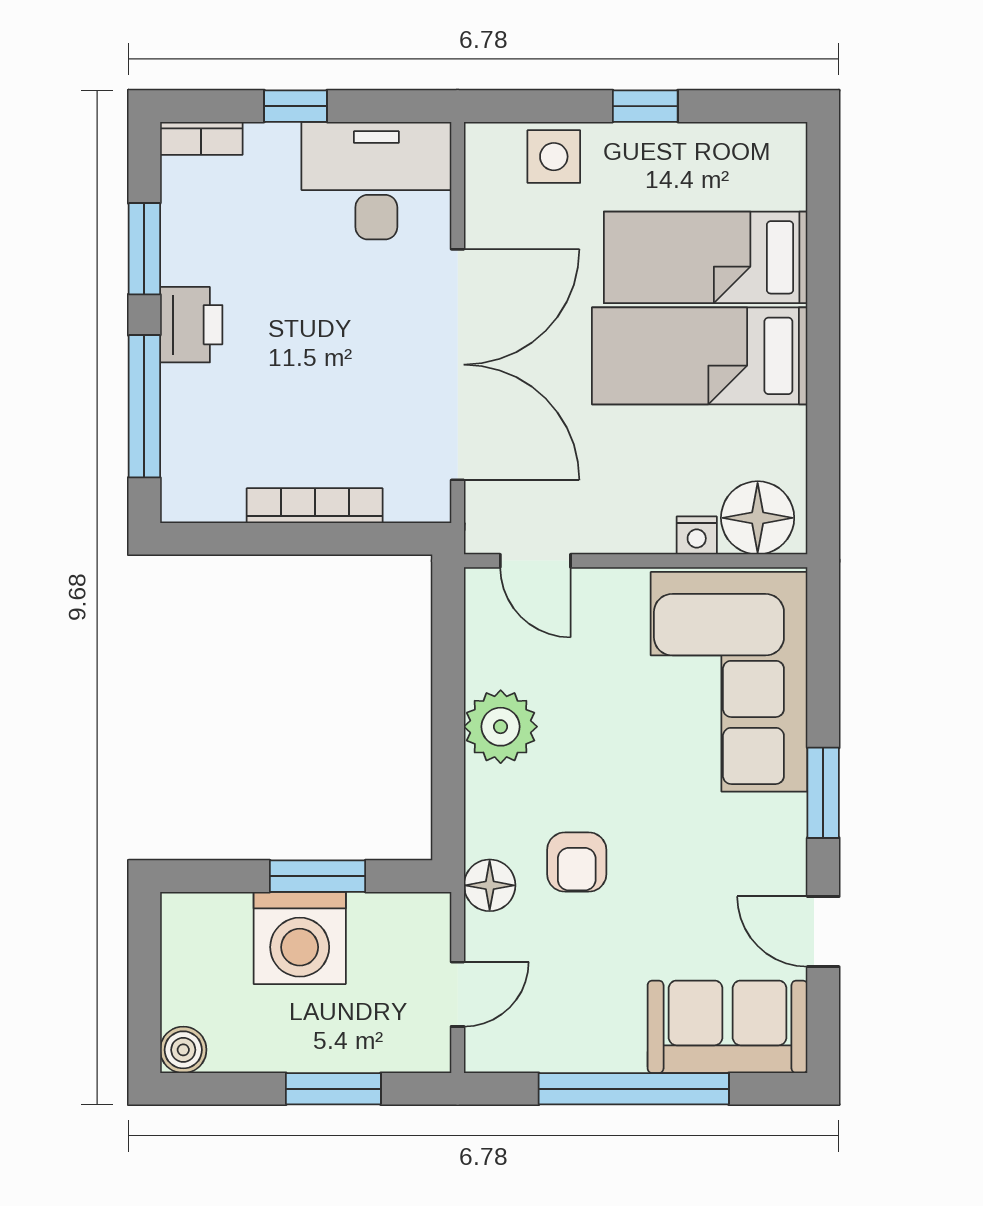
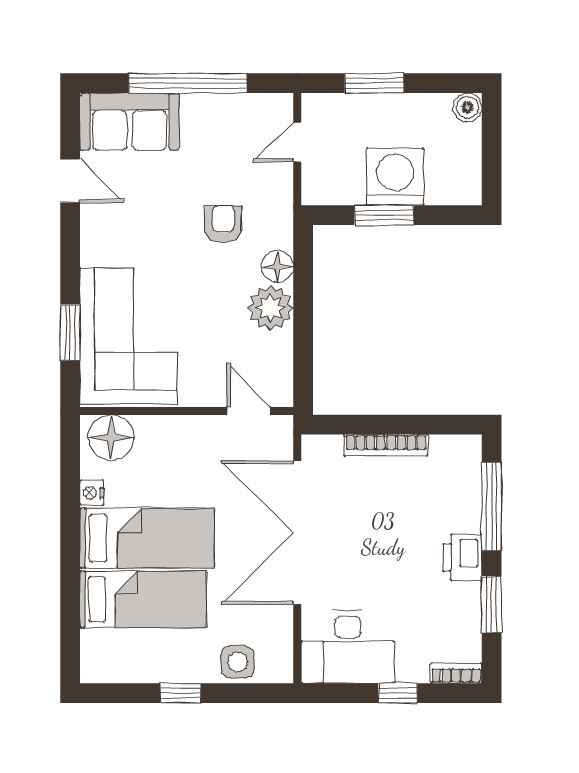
nightstand: (697, 535) -> (92, 493), moved, turned -90
window: (823, 793) -> (70, 333), moved
floor lamp: (490, 885) -> (277, 267), moved

